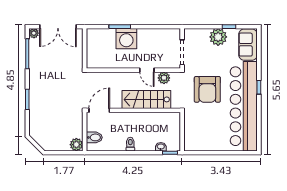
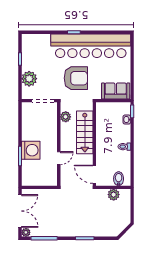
plant: (218, 37) -> (29, 79), moved
sofa: (248, 45) -> (116, 91), moved, turned 180
door: (147, 70) -> (59, 158), moved
plant: (76, 145) -> (114, 195), moved

